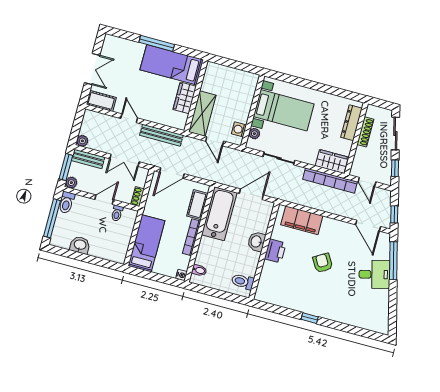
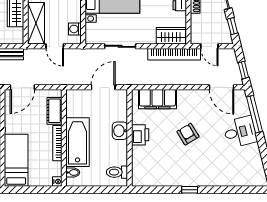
plant: (254, 134) -> (91, 29), removed
bathtub: (219, 214) -> (78, 142), moved

